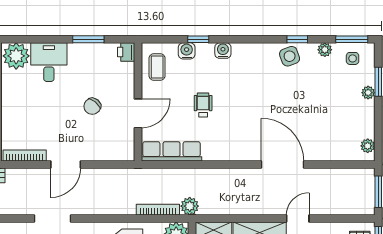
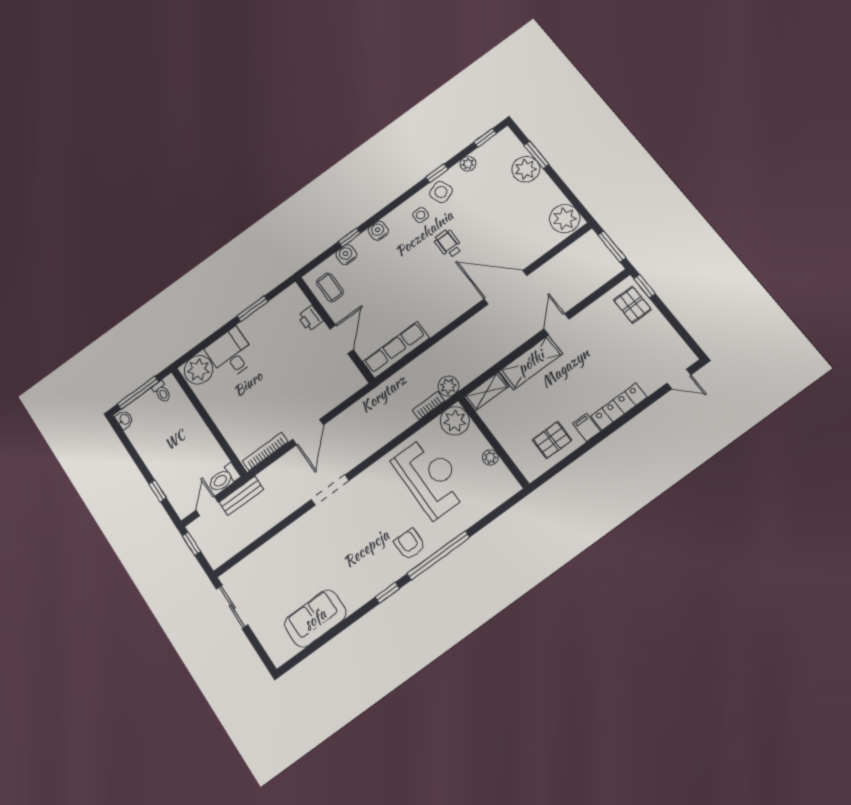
window: (352, 39) -> (485, 138), width x0.67
printer: (126, 52) -> (310, 318), moved
side table: (353, 58) -> (421, 215), moved
plant: (368, 93) -> (526, 169), width x1.87, depth x1.87
wheelchair: (203, 105) -> (448, 244), moved
chair: (92, 106) -> (296, 363), removed
plant: (368, 146) -> (565, 219), width x1.87, depth x1.87
bookcase: (158, 210) -> (429, 406), width x0.64

